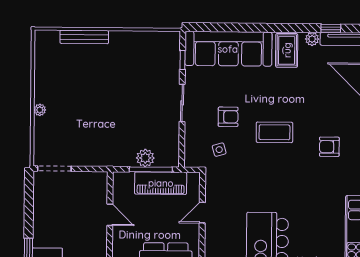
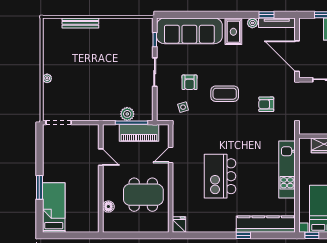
armchair: (228, 117) -> (190, 82), turned 90

